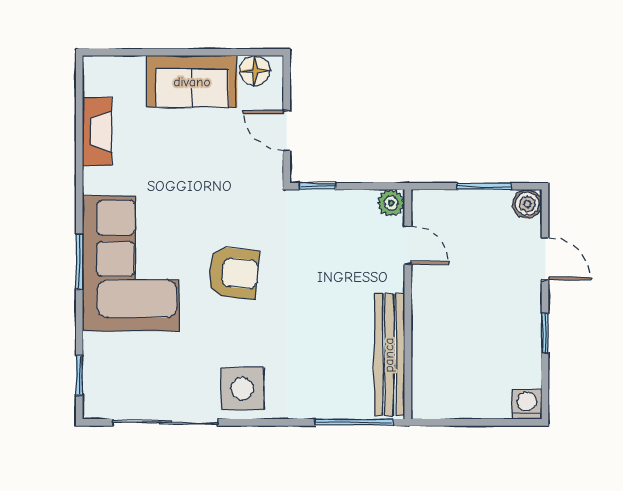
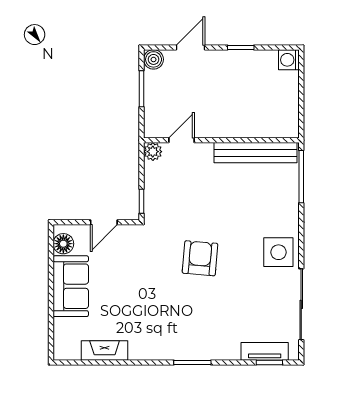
corner sofa: (131, 263) -> (194, 328), removed
tv unit: (96, 368) -> (265, 351), added

